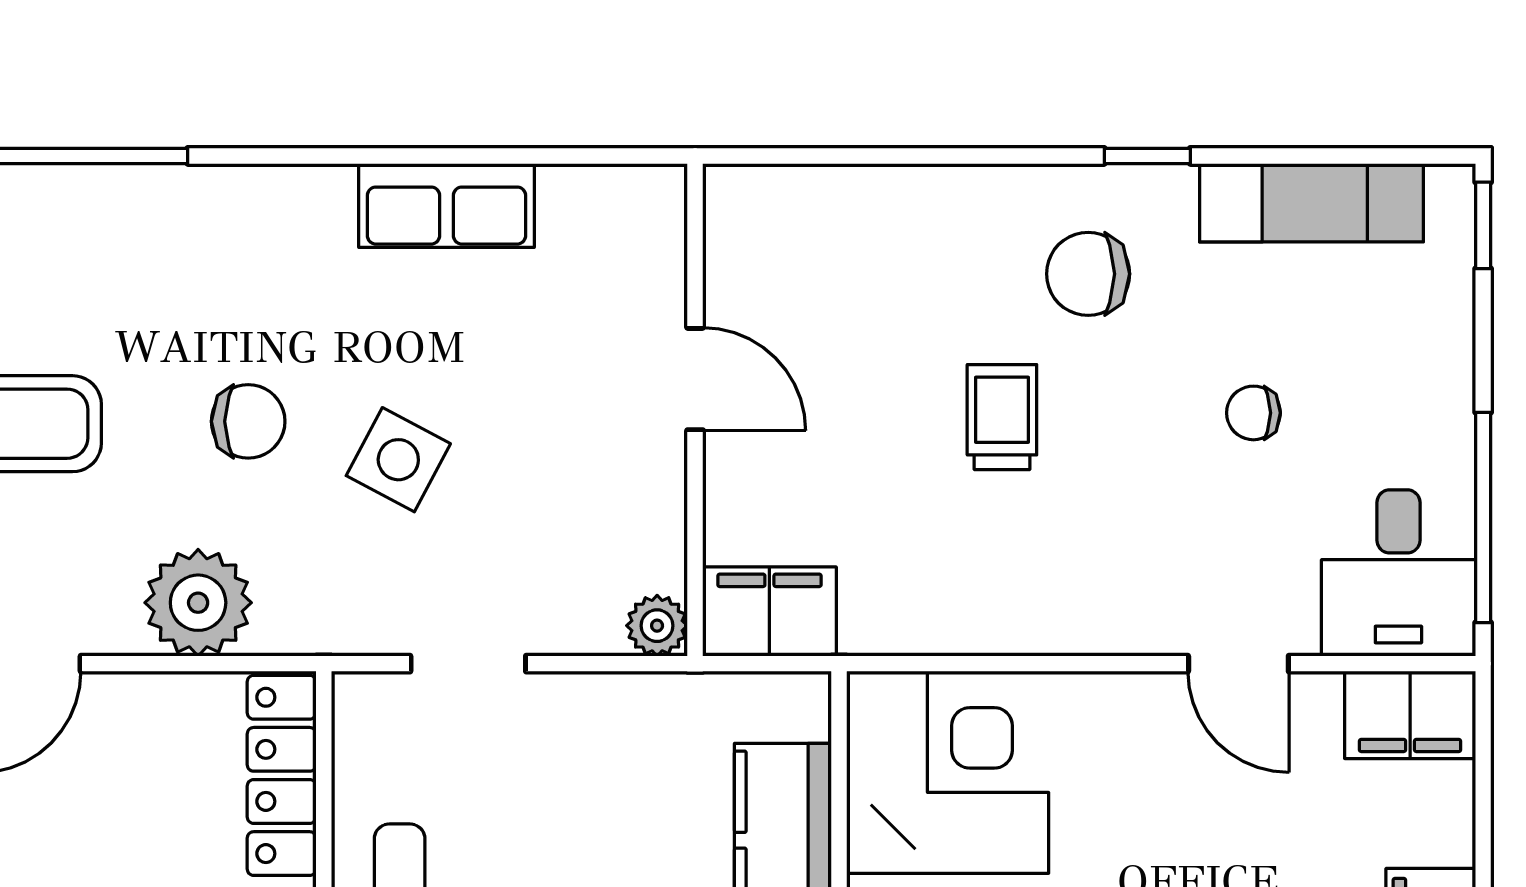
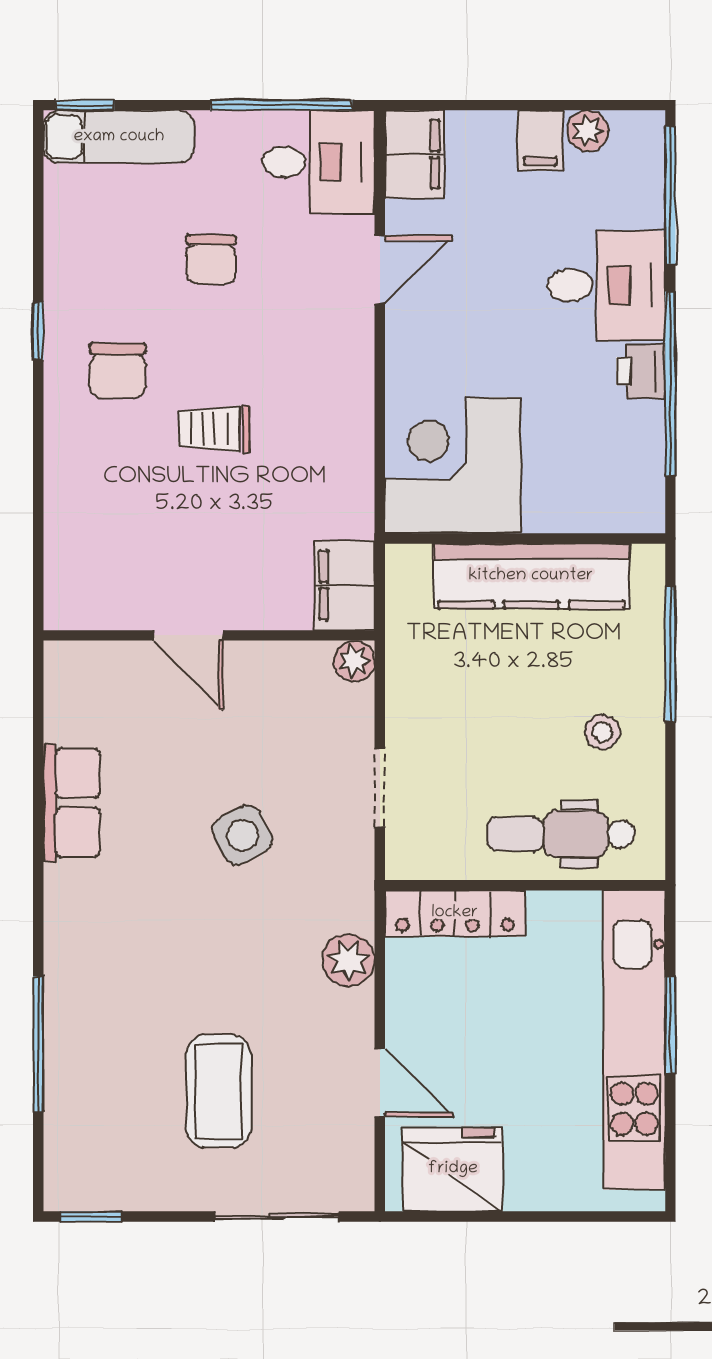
exam couch: (1311, 203) -> (119, 137), moved, turned 90
door: (695, 379) -> (188, 635), swing flipped
chair: (1253, 413) -> (211, 260), width x1.37, depth x1.37
chair: (248, 421) -> (217, 936), removed
side table: (398, 460) -> (243, 835), turned 34
plant: (198, 603) -> (348, 960), width x0.73, depth x0.73

